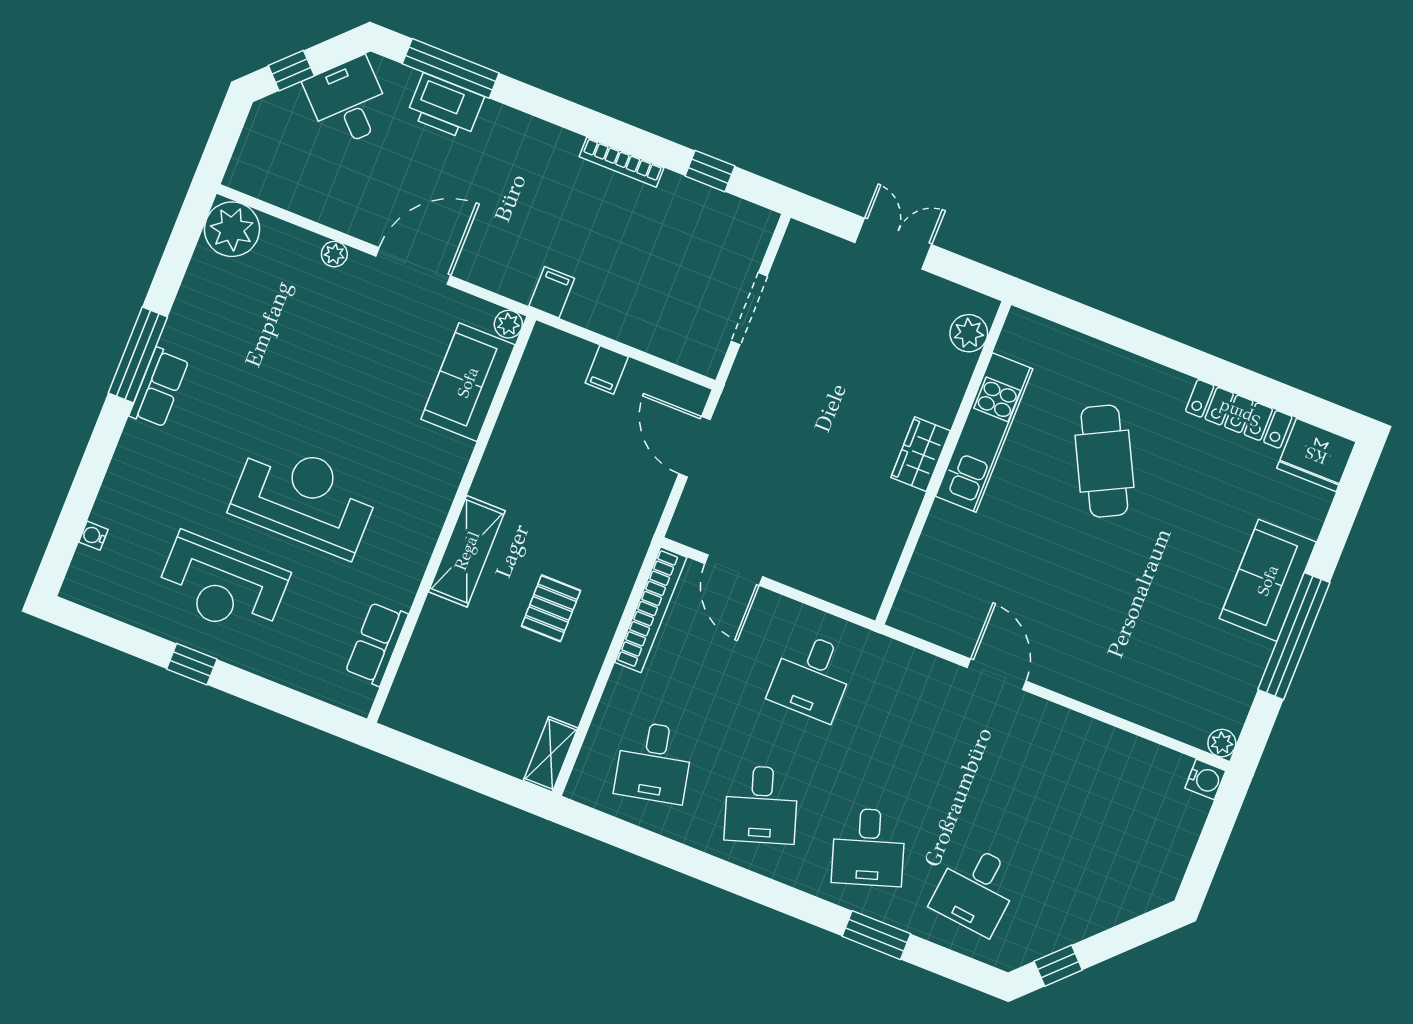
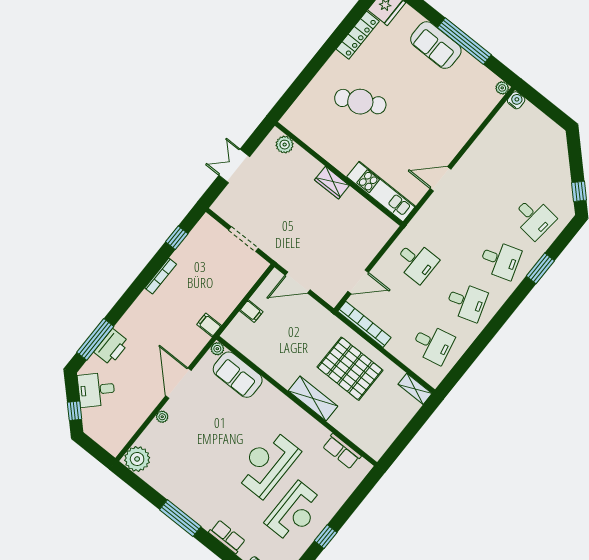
row of seats: (159, 388) -> (227, 537), moved
kitchen unit: (984, 432) -> (381, 192), moved
pallet: (551, 608) -> (350, 369), width x2.05, depth x2.00

